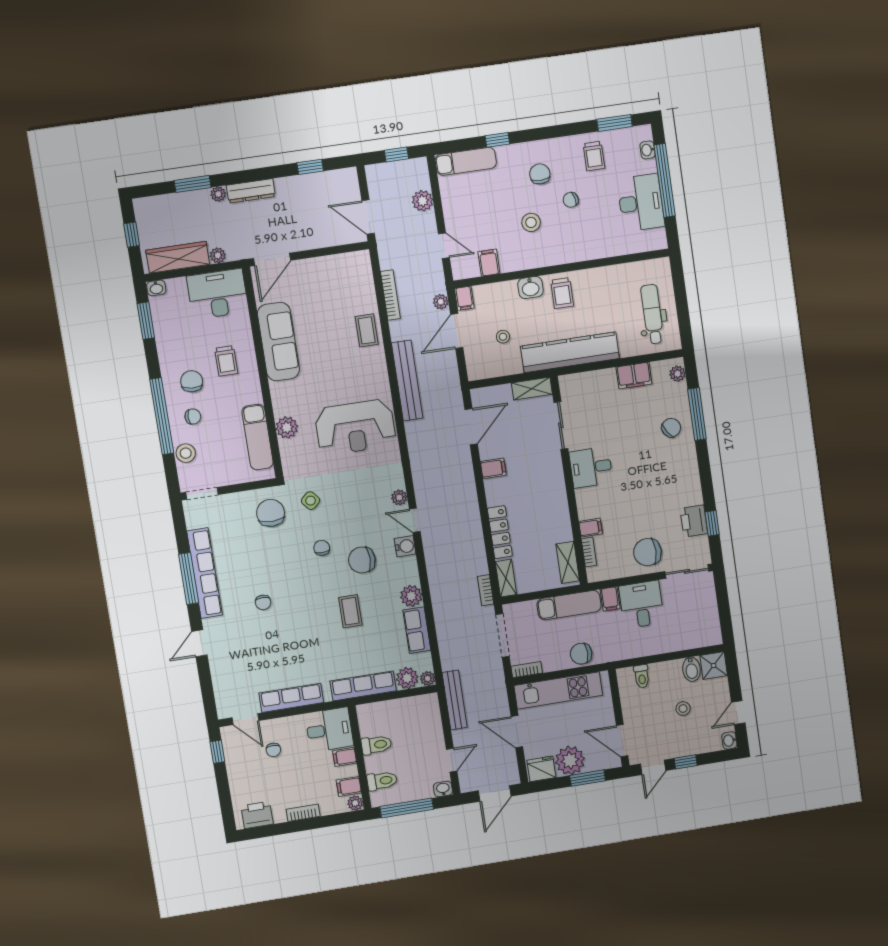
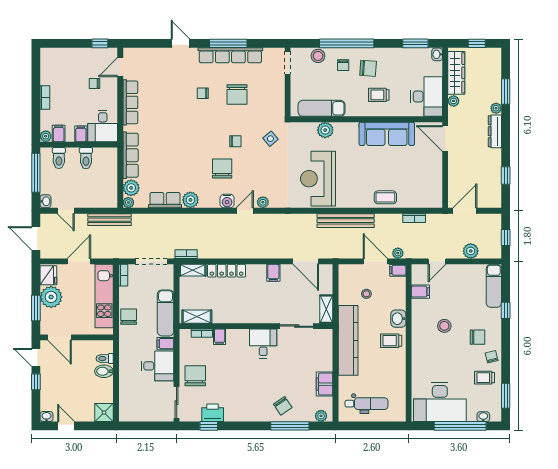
chair: (571, 200) -> (492, 357), moved
desk: (641, 203) -> (440, 402), width x1.36, depth x1.30
bookcase: (390, 295) -> (414, 218), width x0.64
chair: (271, 513) -> (237, 94), moved, turned 90
coffee table: (350, 611) -> (186, 155), removed
bidet: (691, 669) -> (104, 371), moved
stool: (683, 709) -> (76, 386), removed
door: (622, 741) -> (59, 337), swing flipped
printer: (257, 815) -> (49, 64), removed

